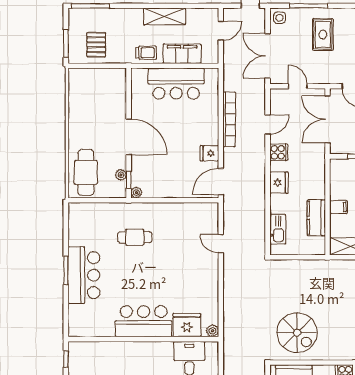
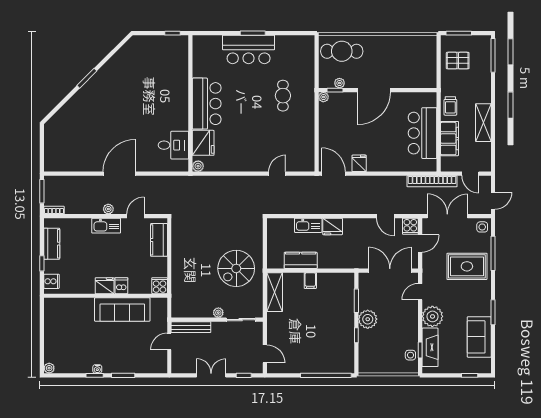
rug: (323, 34) -> (467, 266), width x1.36, depth x1.43
bookcase: (229, 119) -> (432, 181), moved
cooker: (279, 152) -> (410, 226), moved
kitchen sink: (278, 229) -> (308, 225), moved
spiral stairs: (297, 333) -> (236, 268), moved

